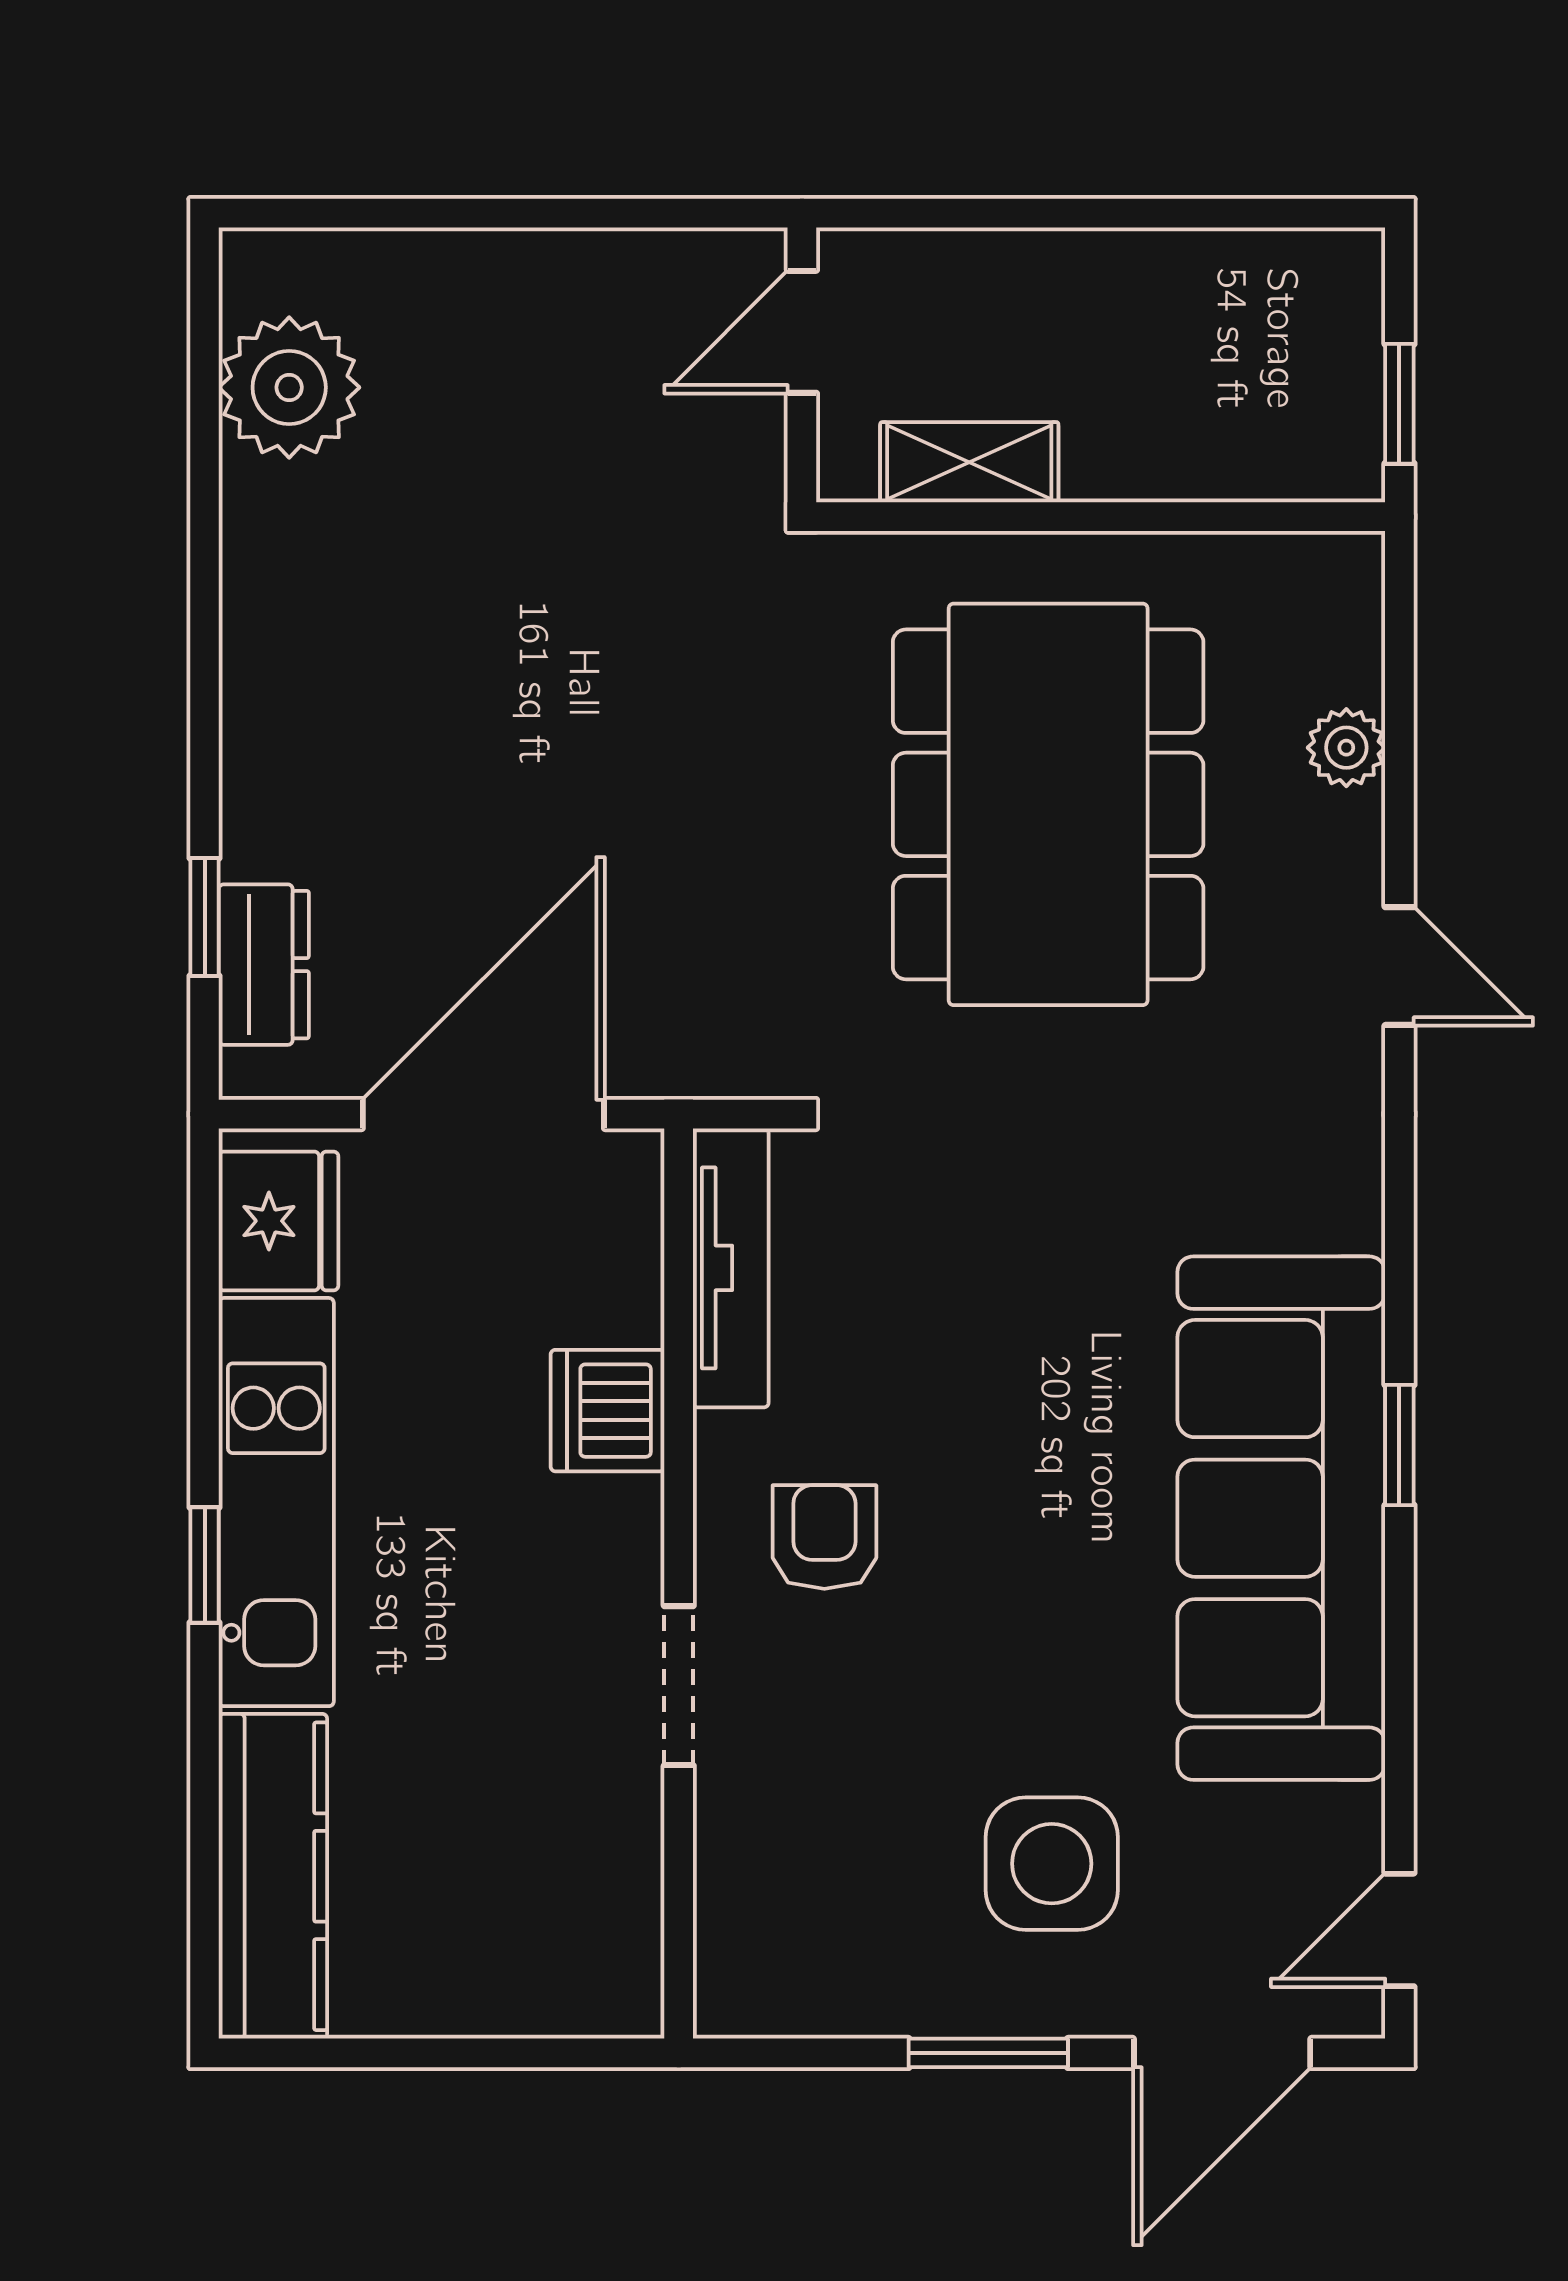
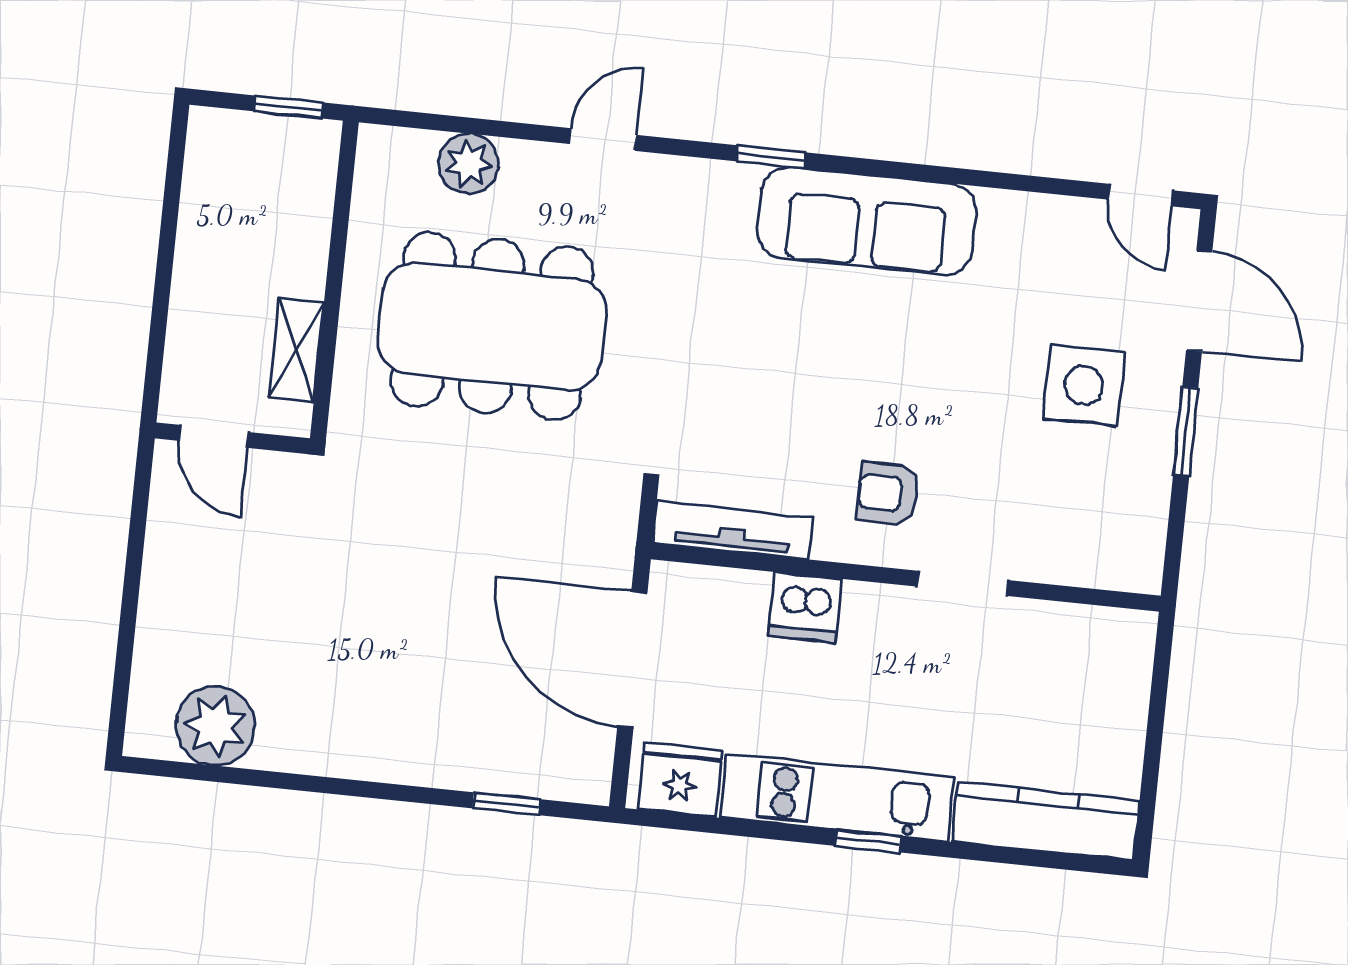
plant: (1346, 748) -> (469, 164), width x1.38, depth x1.38
dresser: (264, 965) -> (536, 773), removed
window: (1399, 1445) -> (771, 157), moved
sofa: (1281, 1518) -> (867, 221), width x0.74, depth x0.79

